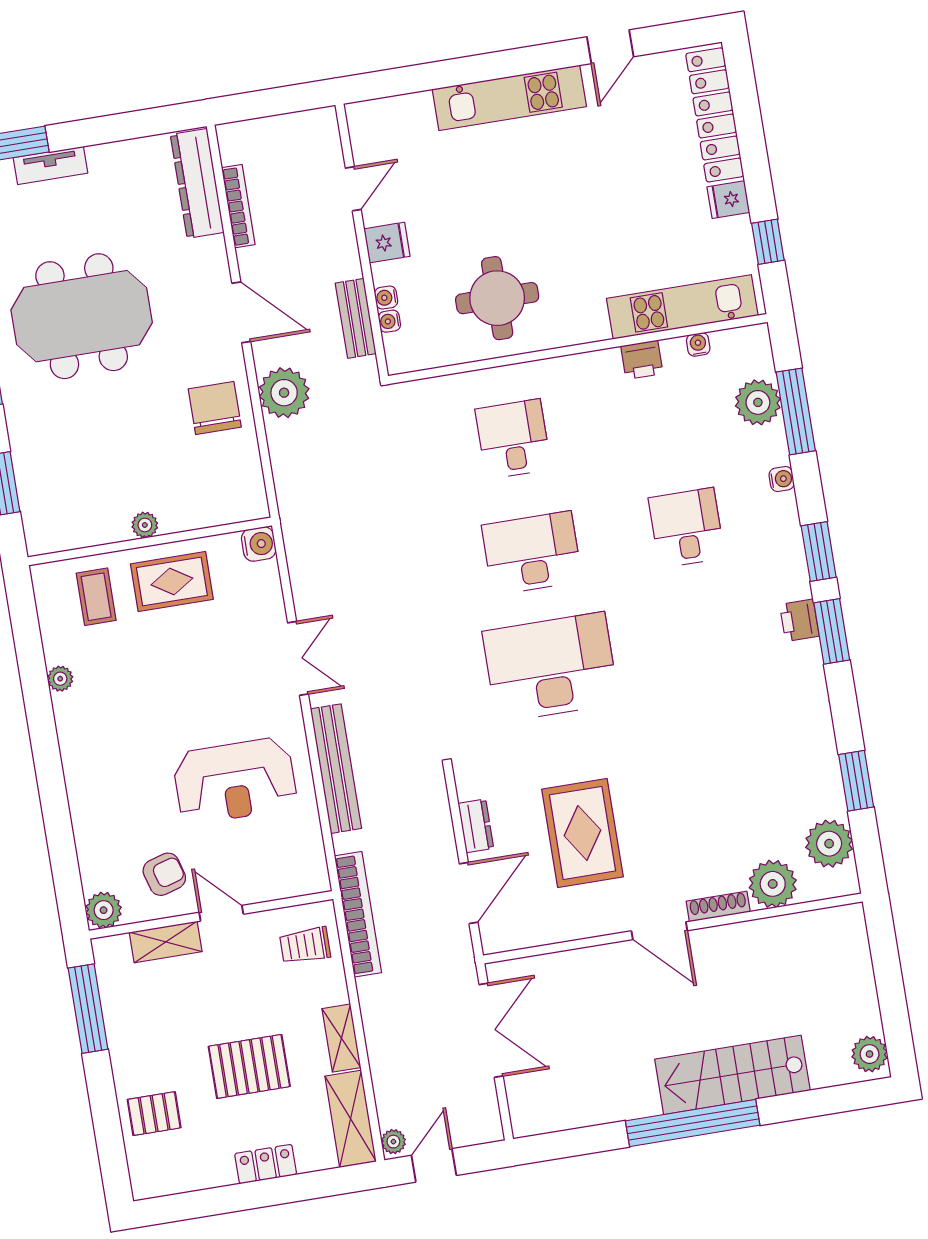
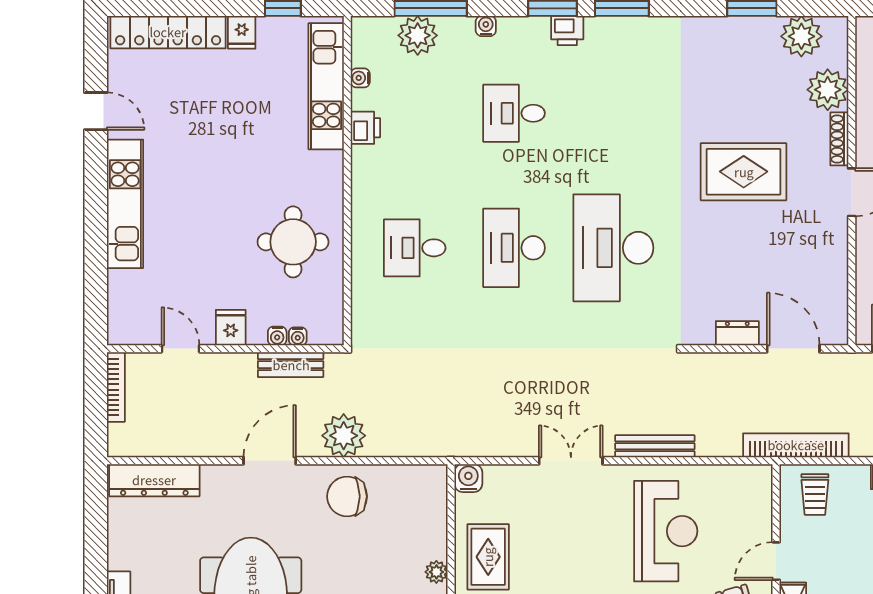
bookcase: (238, 206) -> (116, 387), moved, turned 90
printer: (799, 620) -> (567, 31), moved
bench: (336, 769) -> (655, 446), width x0.73, depth x0.82
rug: (582, 833) -> (744, 172), moved

